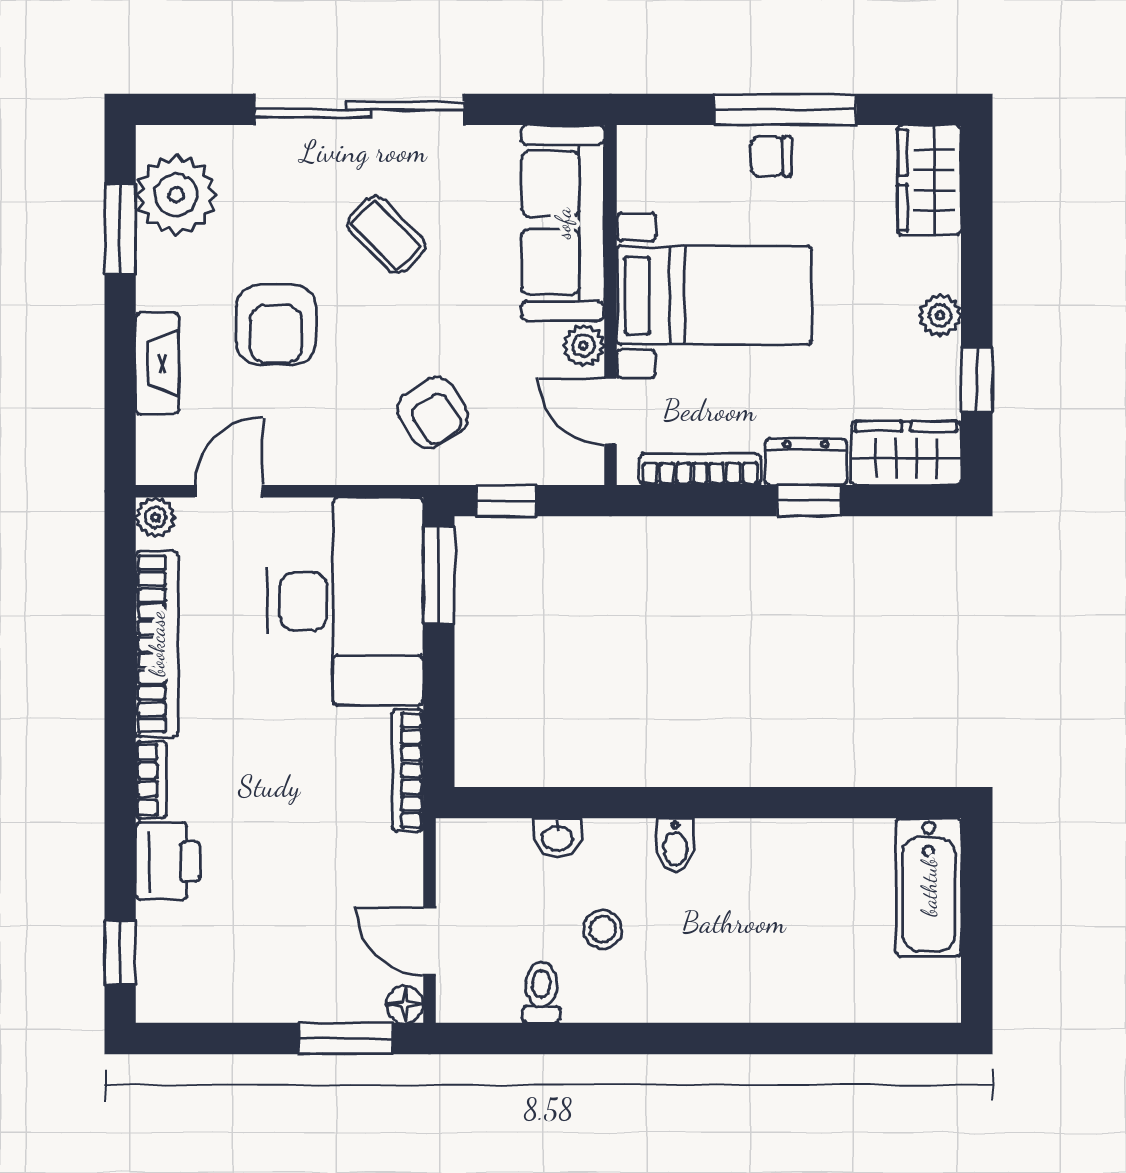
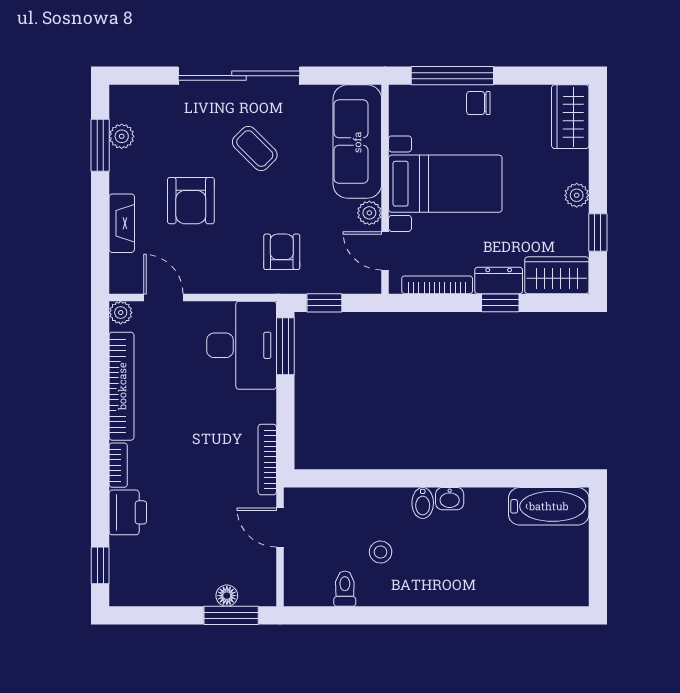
window: (785, 109) -> (452, 76), moved
plant: (176, 195) -> (122, 136), width x0.53, depth x0.53
armchair: (433, 413) -> (282, 252), turned -147
door: (229, 491) -> (163, 297), hinge flipped
desk: (346, 601) -> (242, 345), width x0.73, depth x0.77
washbasin: (557, 837) -> (450, 499), moved
bathtub: (929, 887) -> (549, 506), moved, turned -90
door: (429, 941) -> (280, 528), moved
floor lamp: (405, 1004) -> (227, 596), moved

